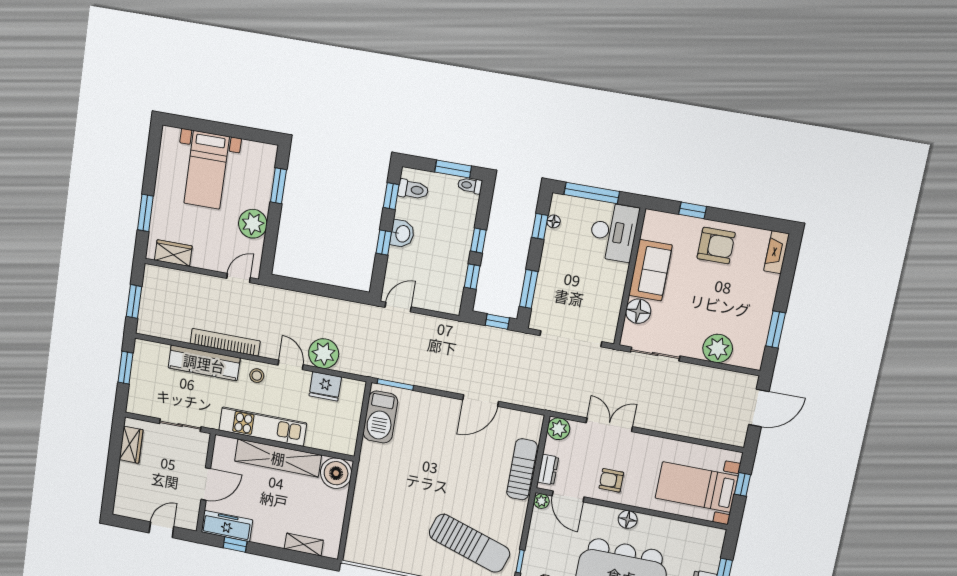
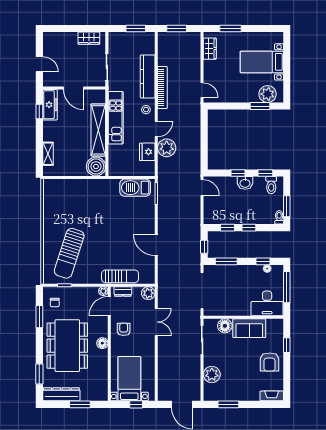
plant: (253, 224) -> (268, 94), moved

